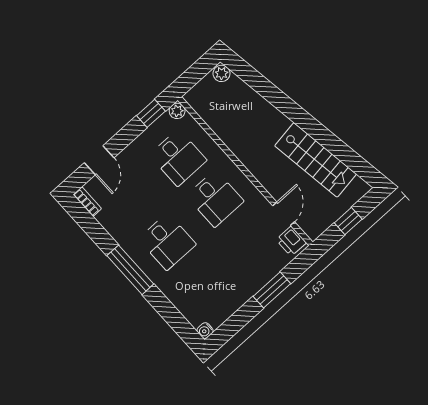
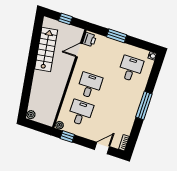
desk: (167, 242) -> (131, 69), moved

